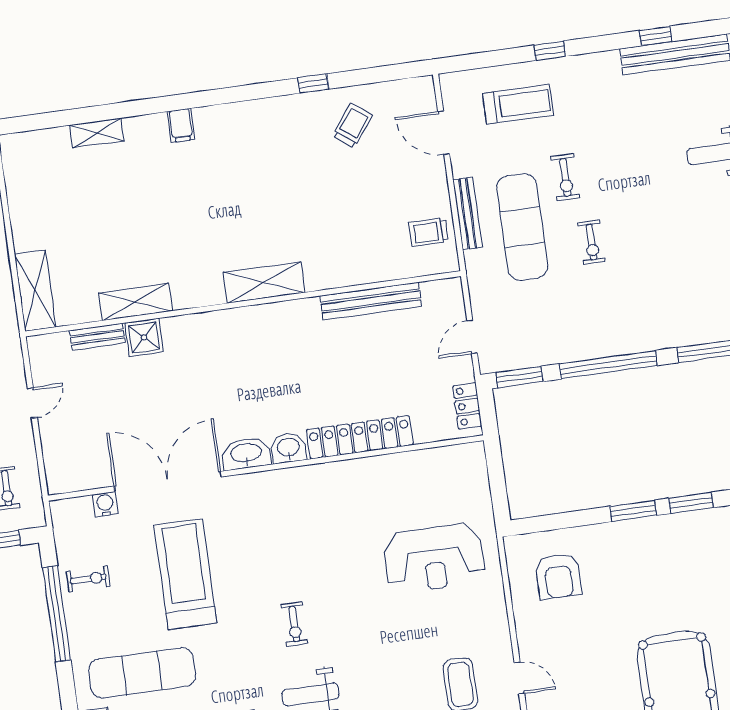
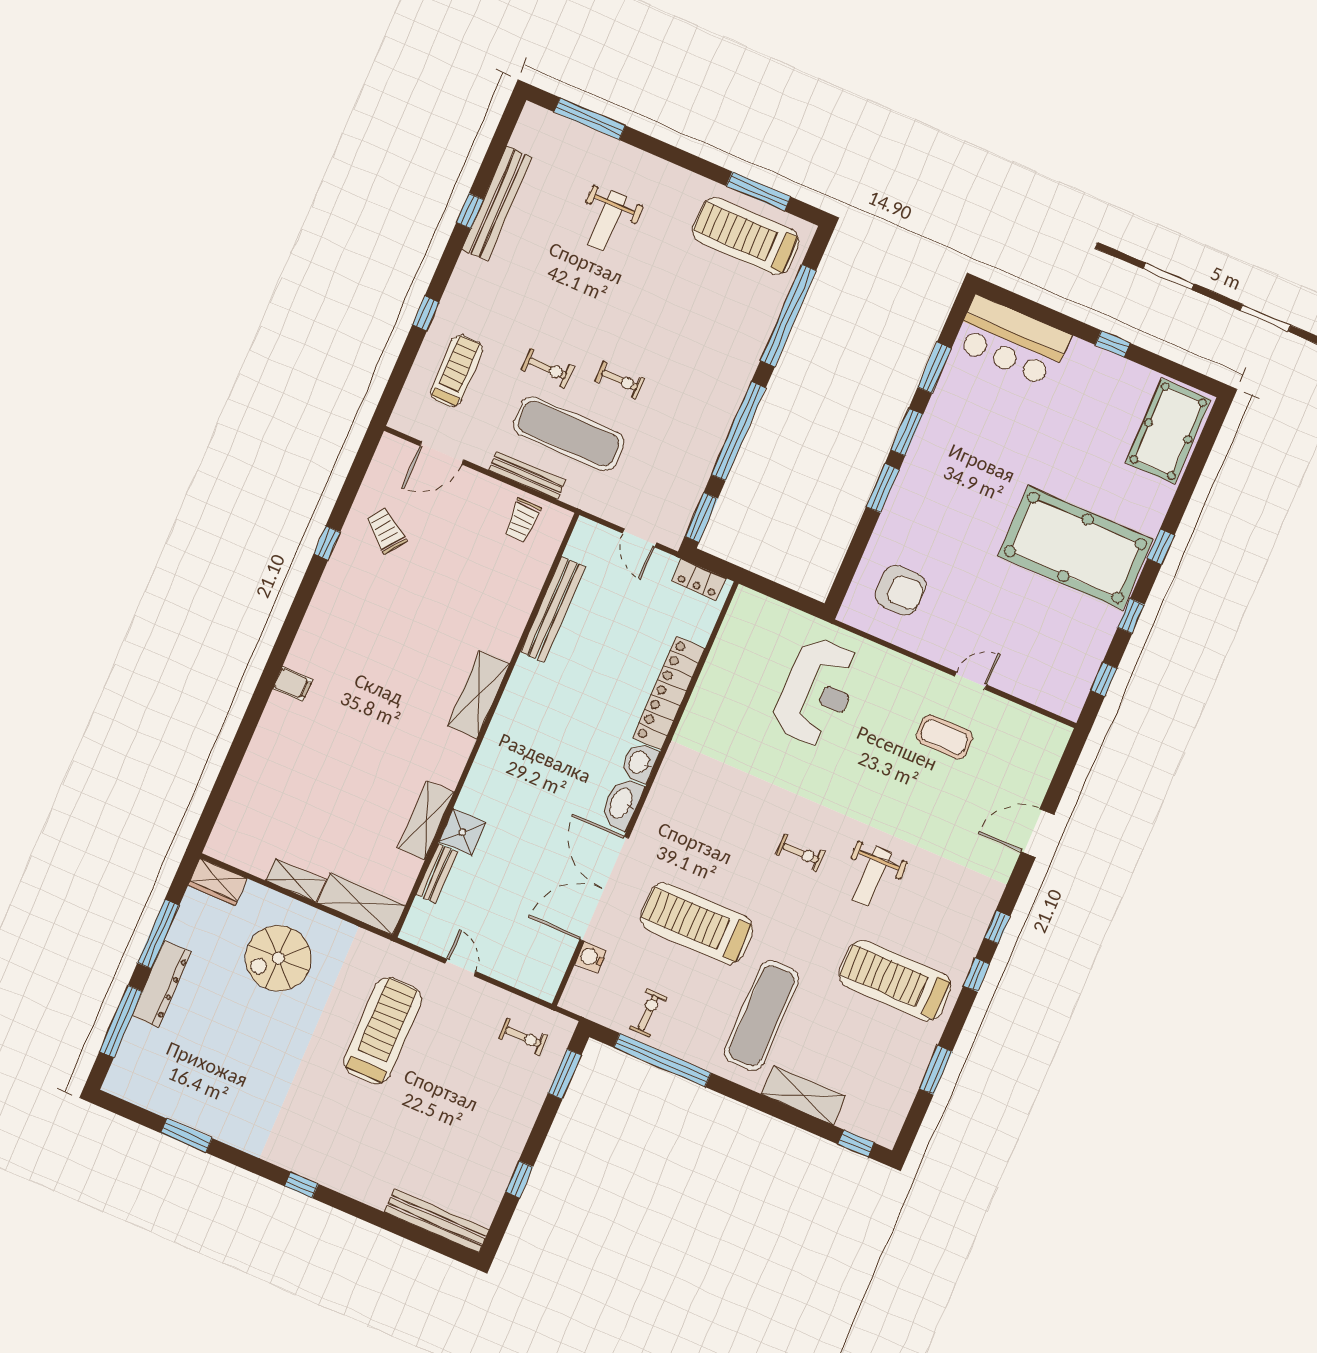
shelving: (97, 133) -> (295, 880), moved, turned 90

